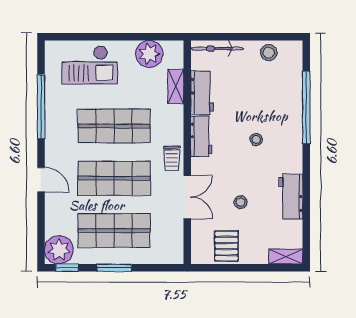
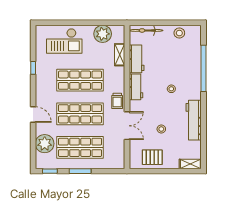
window: (41, 107) -> (33, 68), width x0.32
workbench: (291, 197) -> (194, 120), width x1.38
pallet: (226, 246) -> (152, 157), turned 90
plant: (59, 250) -> (45, 144), moved

